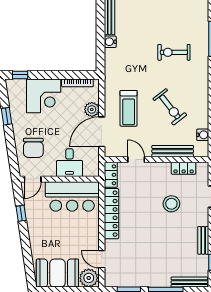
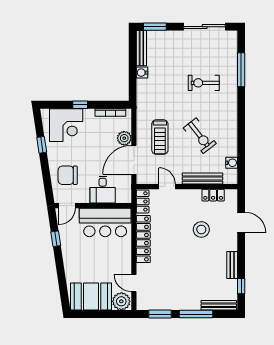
window: (20, 75) -> (80, 105), moved
corner desk: (44, 96) -> (66, 125), moved
chair: (33, 148) -> (68, 175), turned 90

